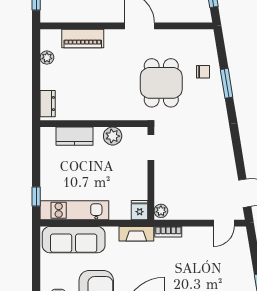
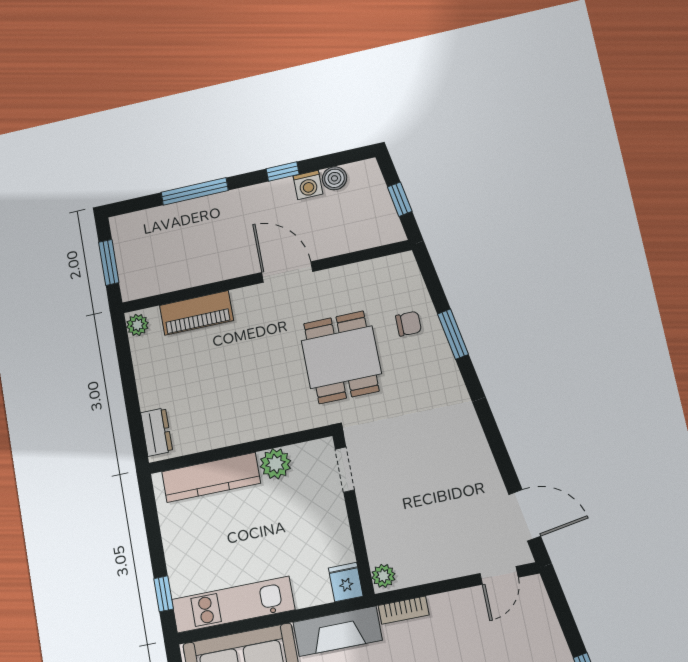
plant: (47, 58) -> (137, 325), moved
kitchen counter: (74, 136) -> (211, 477), width x1.50
fireplace: (136, 234) -> (338, 631), width x1.37, depth x1.32

